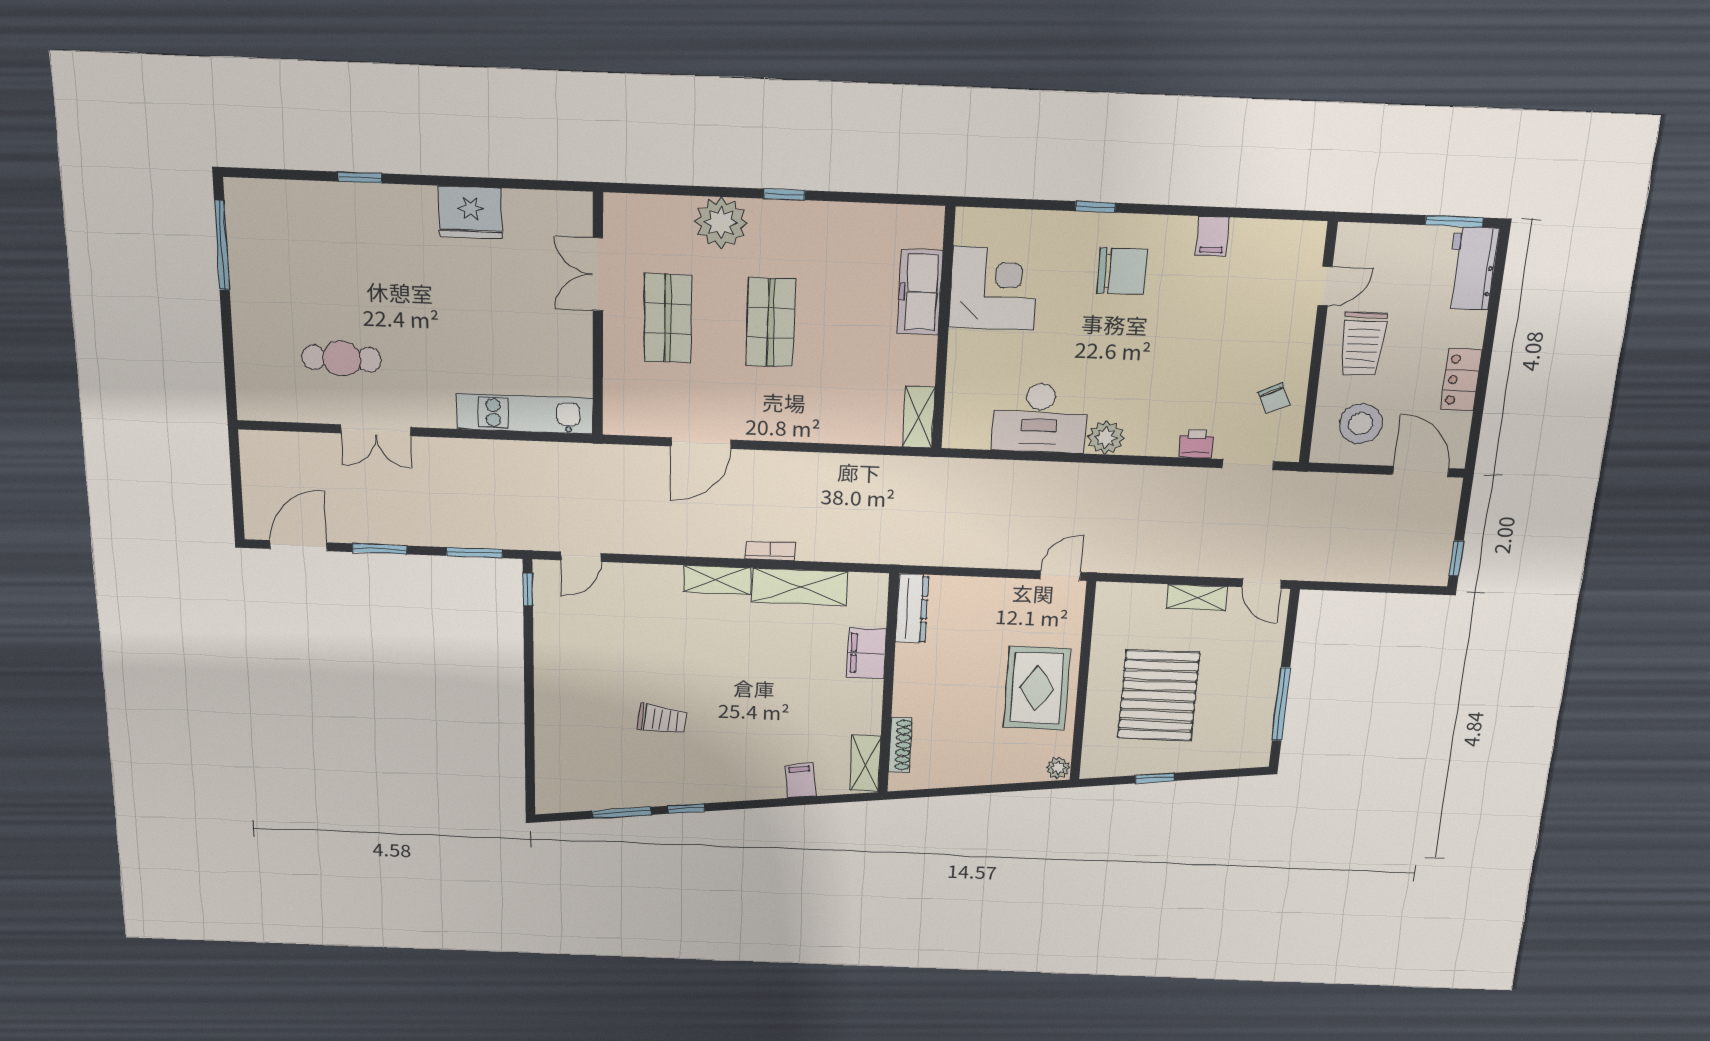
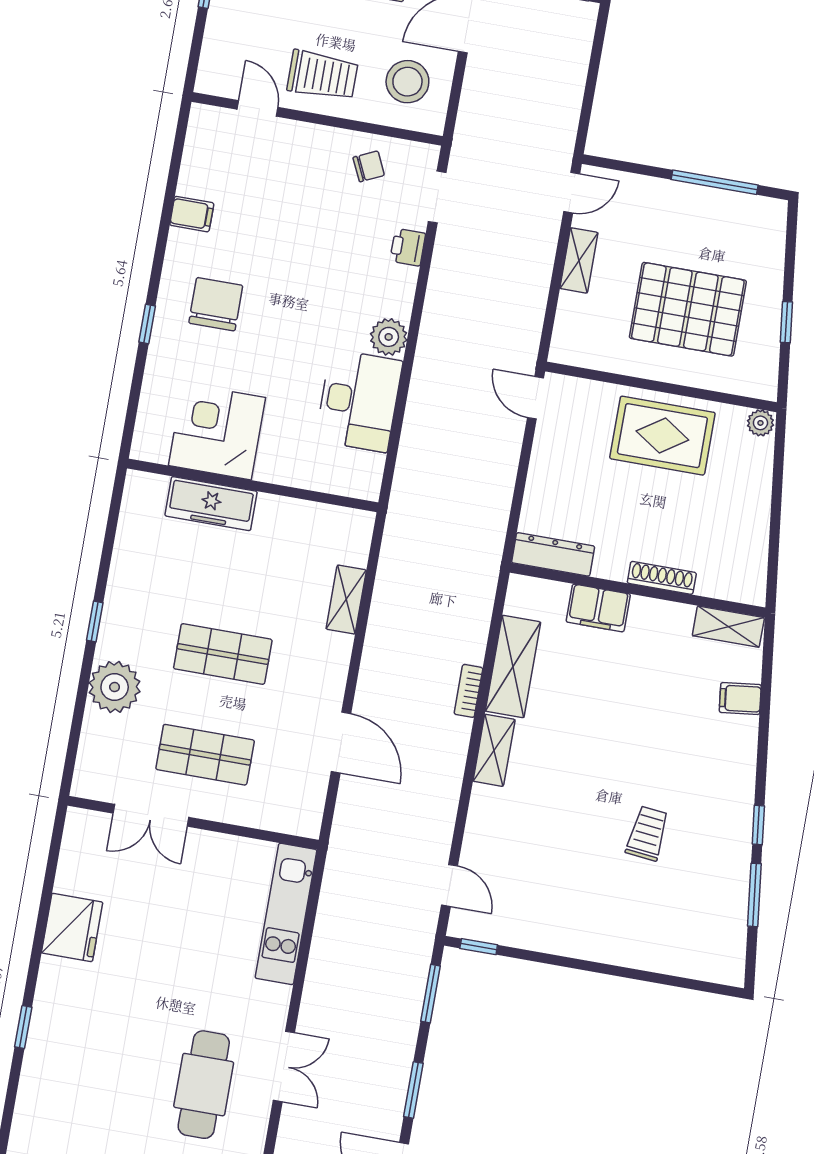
cafe table: (342, 358) -> (204, 1085), width x1.37, depth x1.35
shelving: (919, 417) -> (346, 600), moved, turned 90
shoe rack: (900, 745) -> (662, 578), moved

